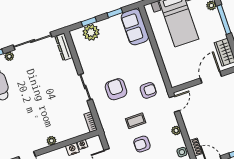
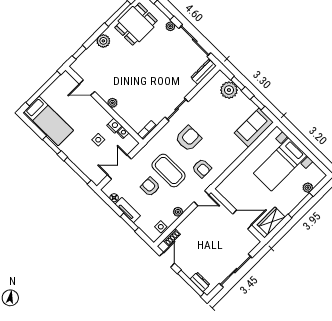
coffee table: (136, 121) -> (169, 171), width x1.86, depth x1.72

